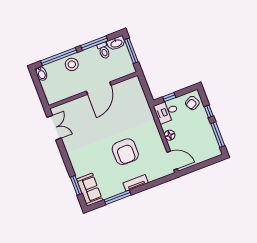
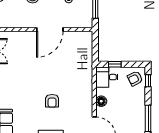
window: (209, 111) -> (148, 81), moved
armchair: (125, 152) -> (52, 101), width x0.53, depth x0.53

